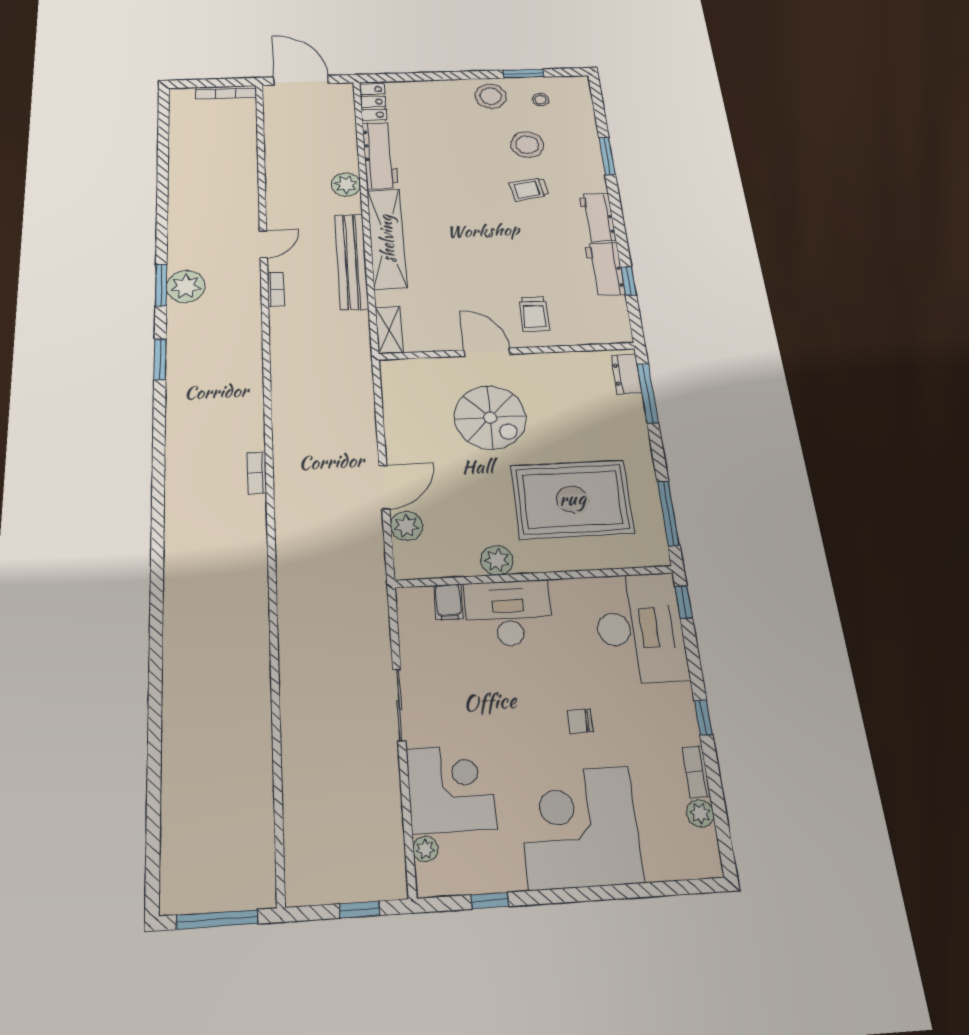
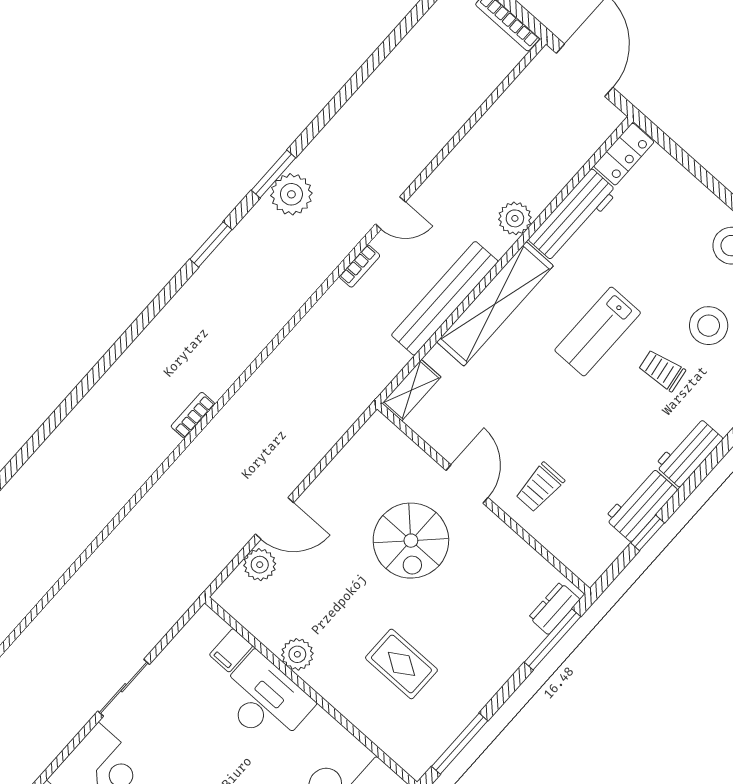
lab bench: (467, 201) -> (598, 331), added
rug: (572, 499) -> (401, 664), width x0.54, depth x0.49

